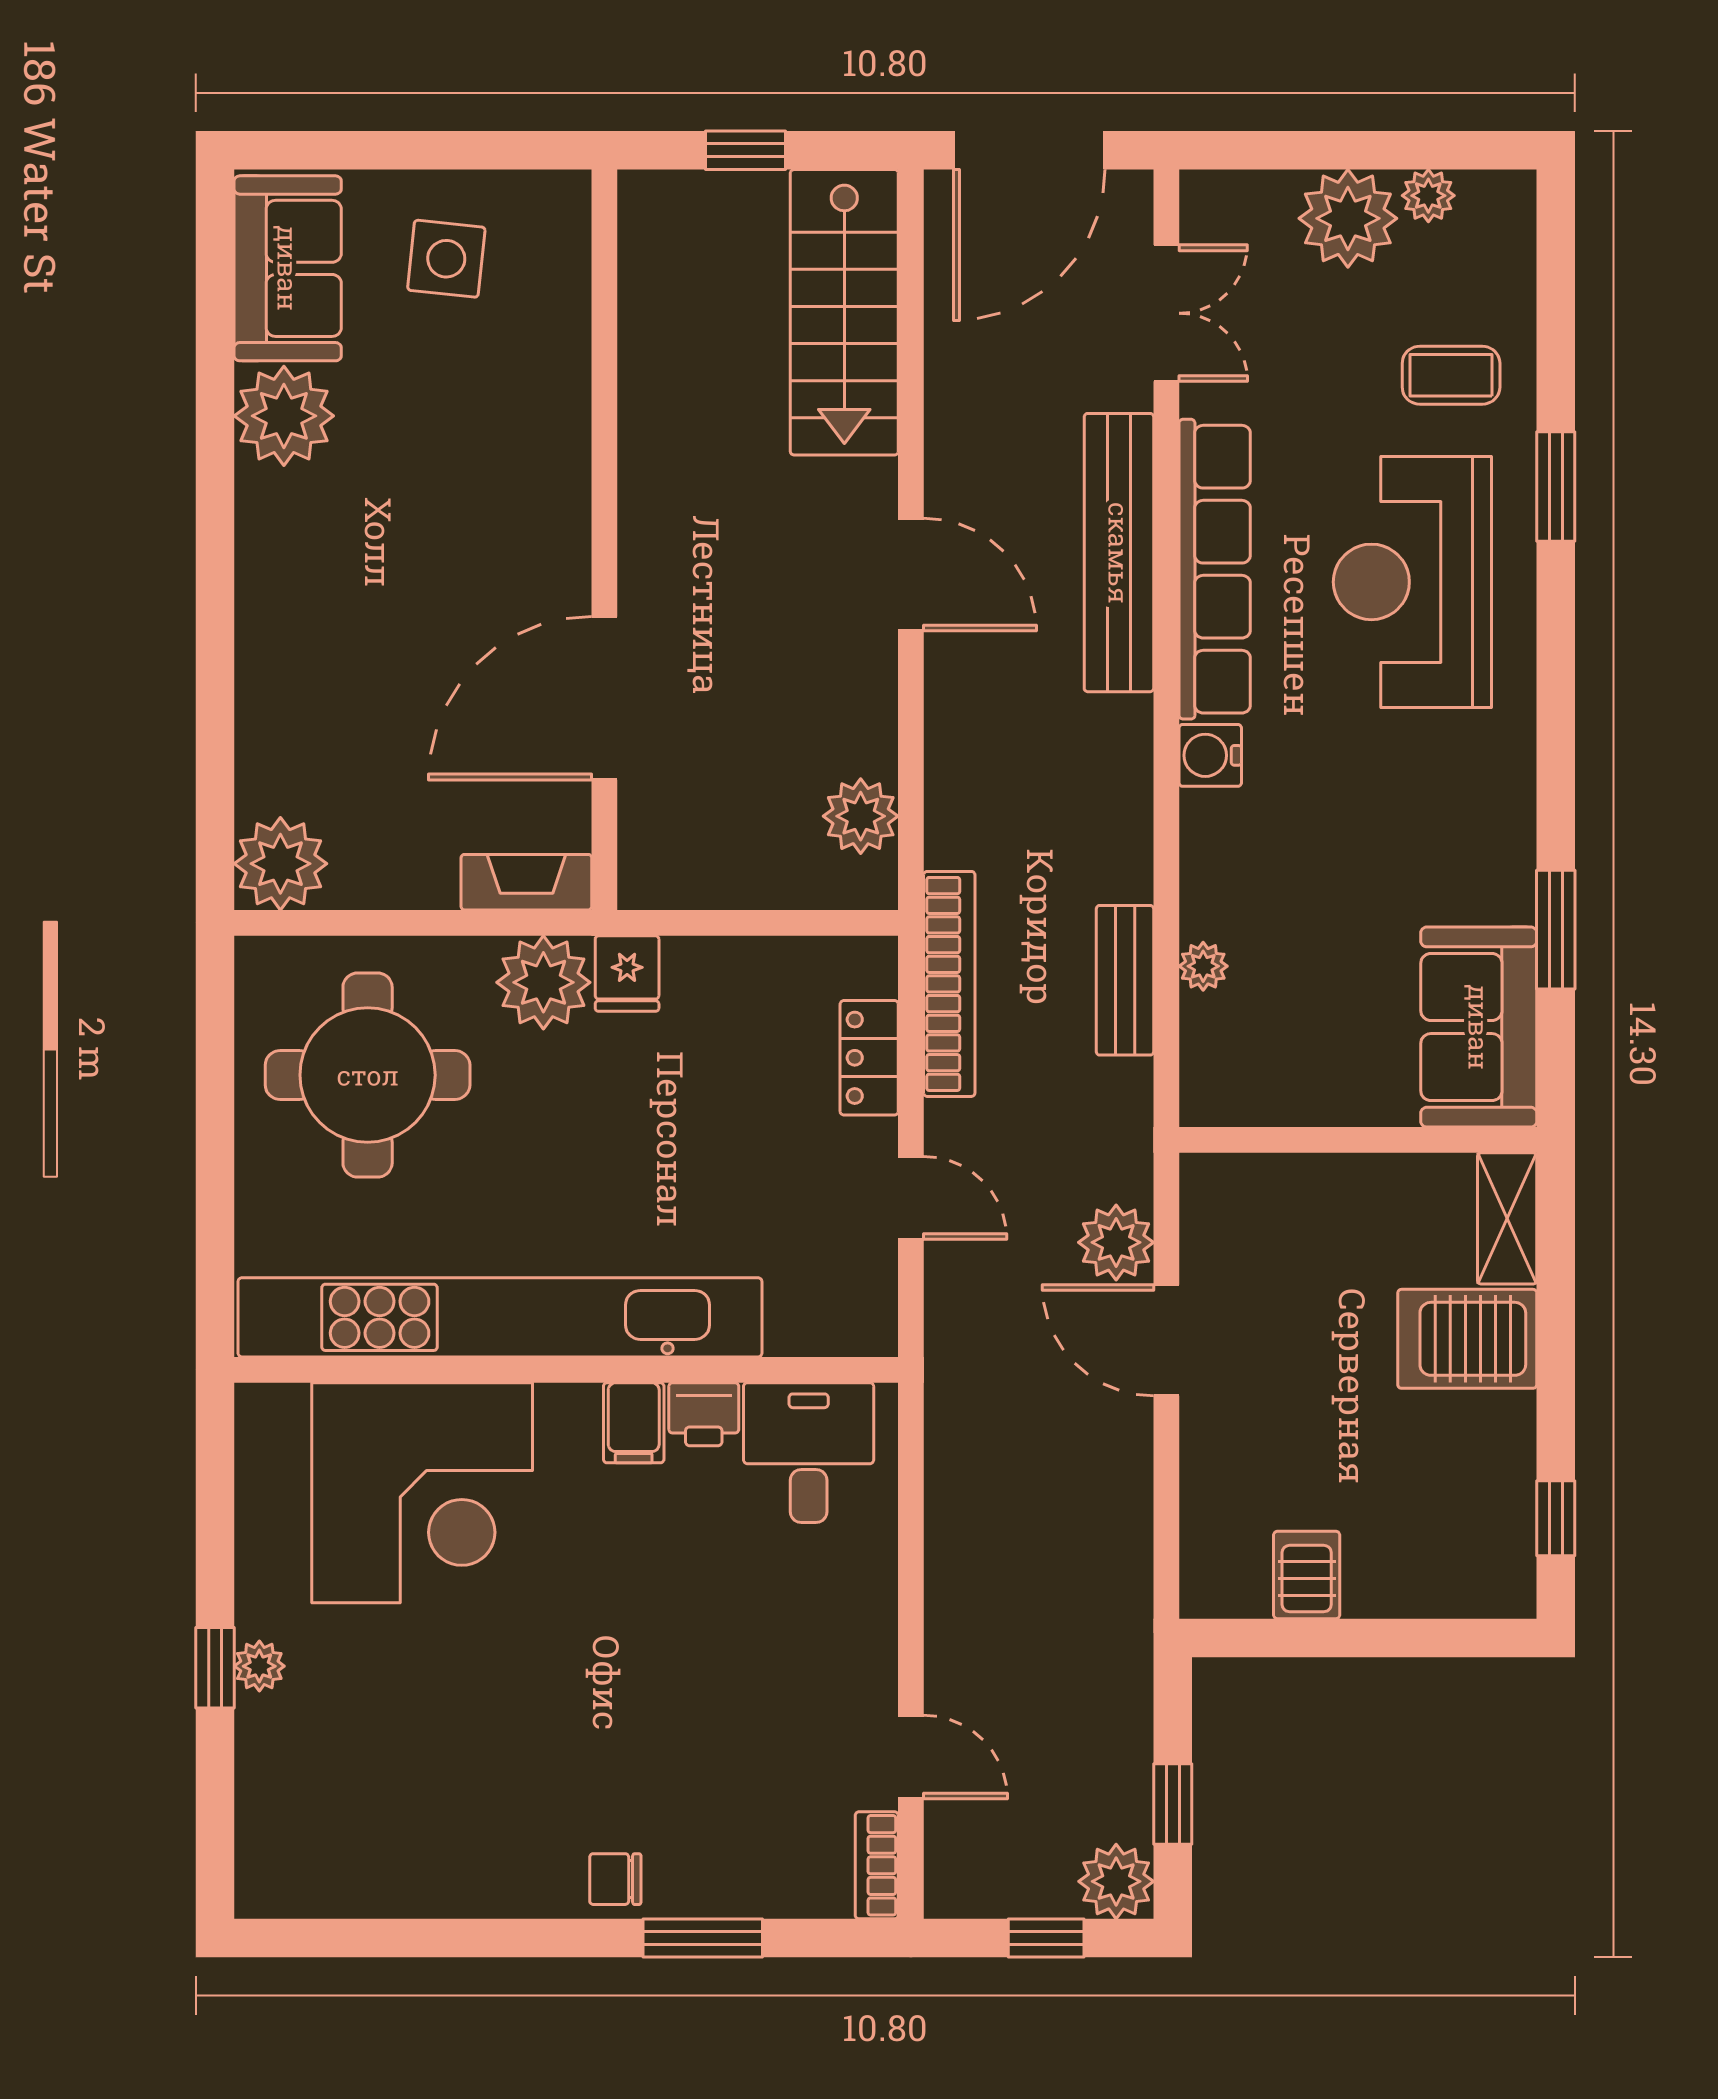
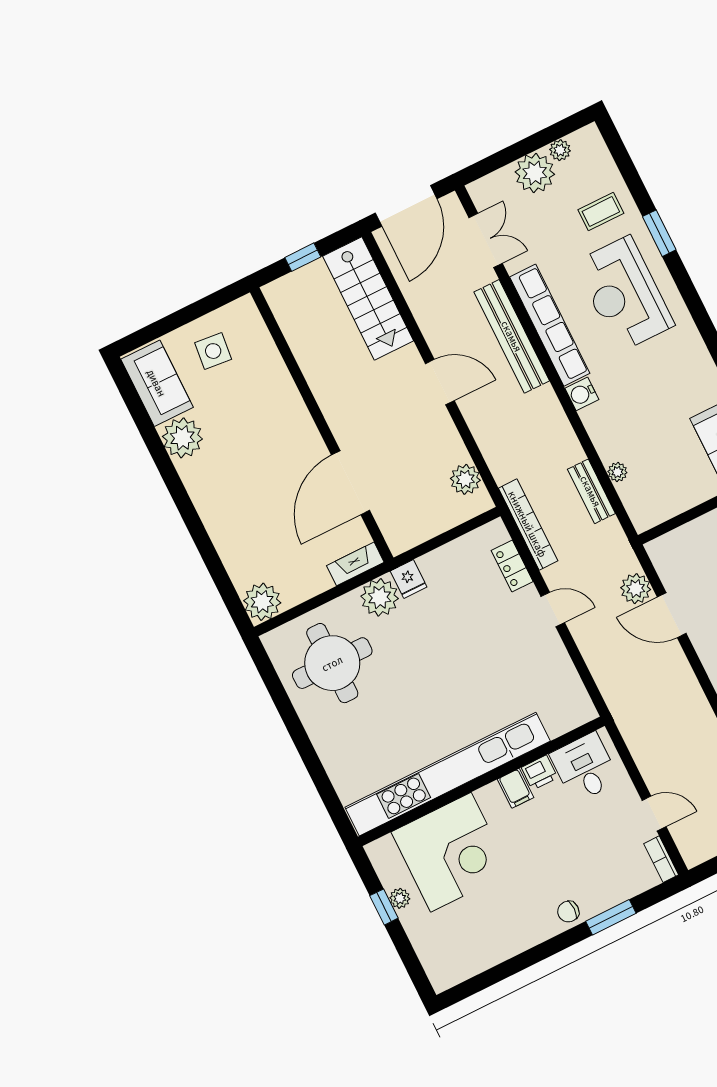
kitchen unit: (500, 1317) -> (448, 774), moved
wall: (566, 1370) -> (481, 781), moved
printer: (704, 1414) -> (539, 773), moved
filing cabinet: (634, 1423) -> (515, 788), moved
desk: (809, 1453) -> (585, 768), moved
corner desk: (422, 1493) -> (451, 852), moved

